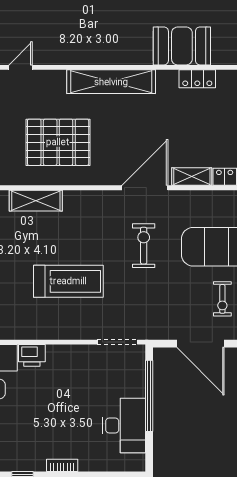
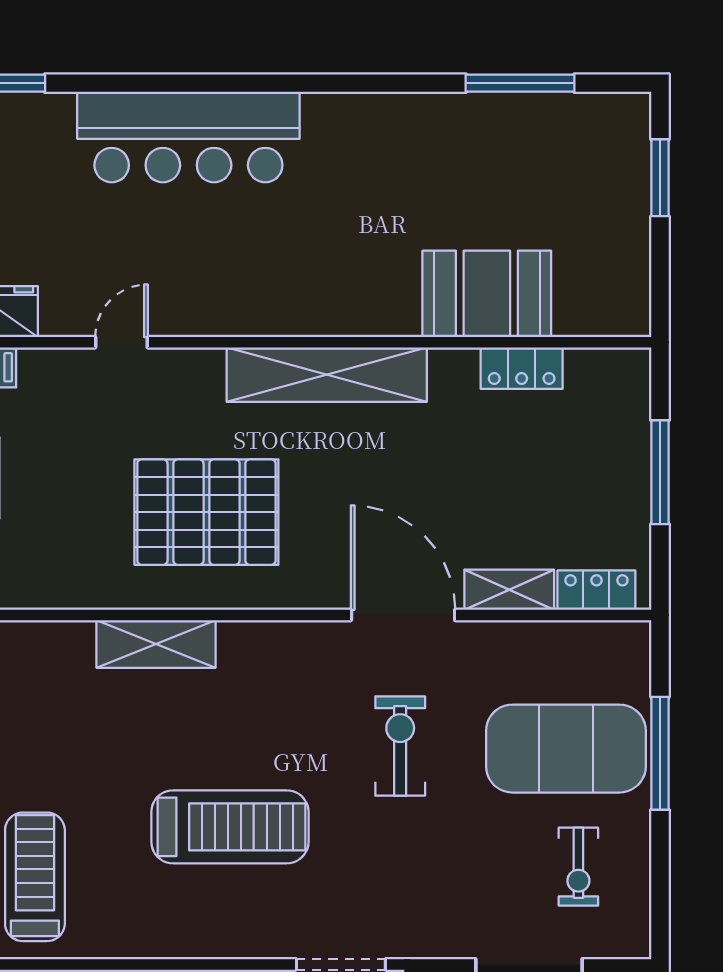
door: (145, 188) -> (403, 615), hinge flipped

